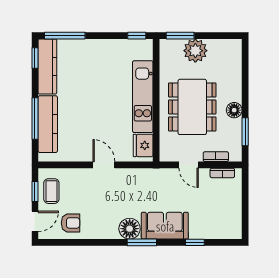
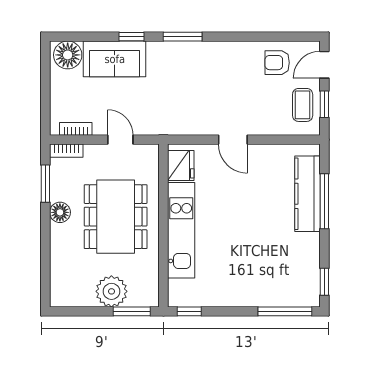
kitchen counter: (47, 67) -> (308, 270), removed
bookcase: (216, 157) -> (66, 151), moved
sofa: (165, 226) -> (115, 59), moved
floor lamp: (130, 229) -> (68, 55), moved
window: (195, 242) -> (131, 37), moved

